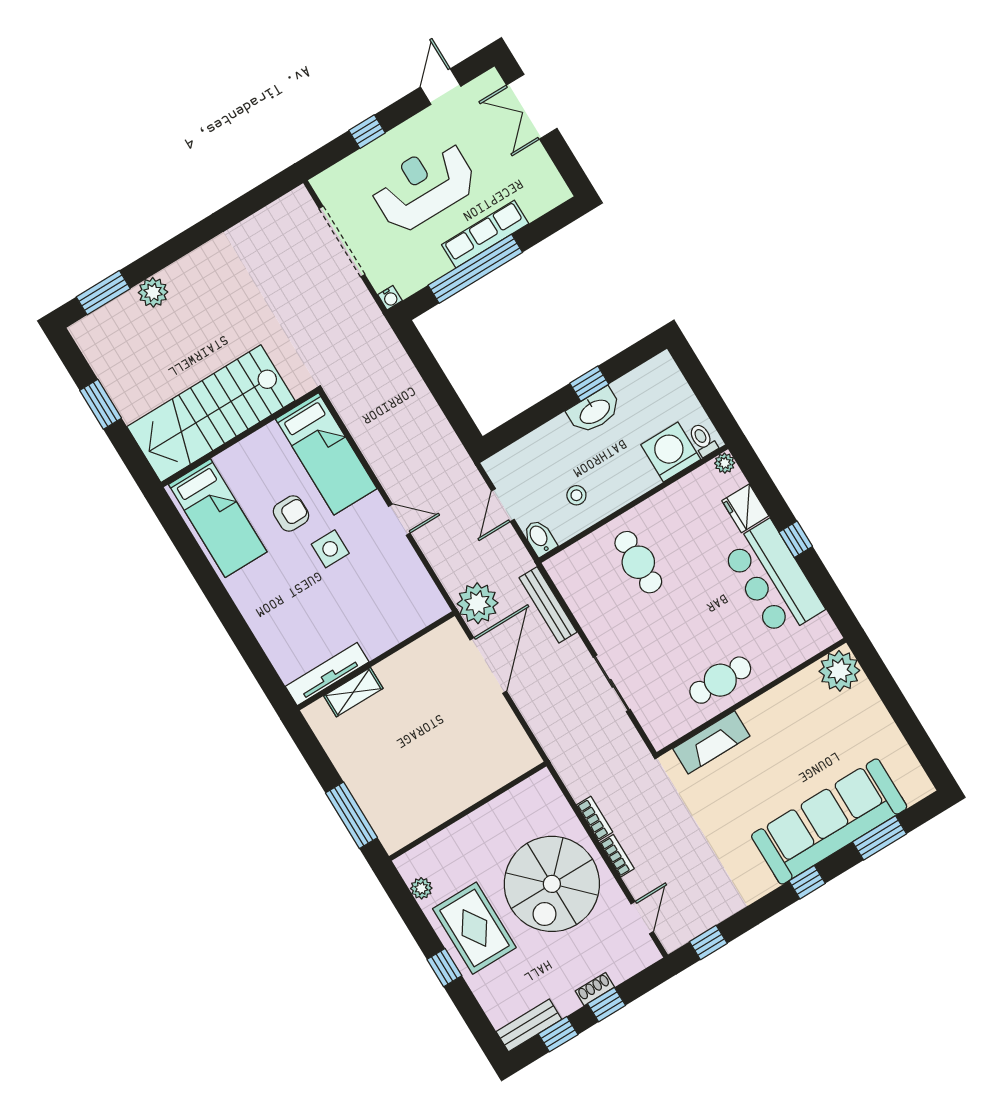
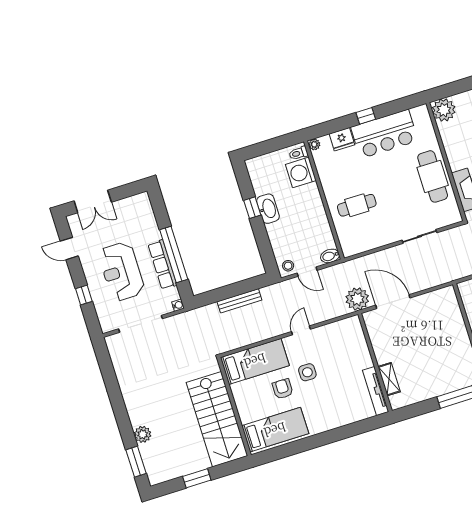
row of seats: (485, 234) -> (162, 265), moved
stool: (576, 495) -> (288, 266), moved
bench: (548, 605) -> (239, 301), moved
cafe table: (720, 680) -> (433, 176), width x1.37, depth x1.35

